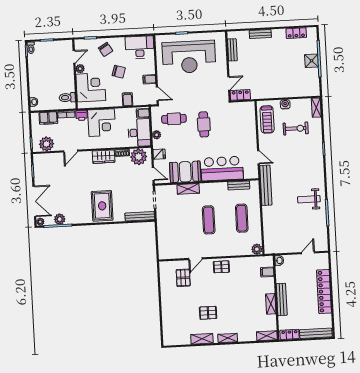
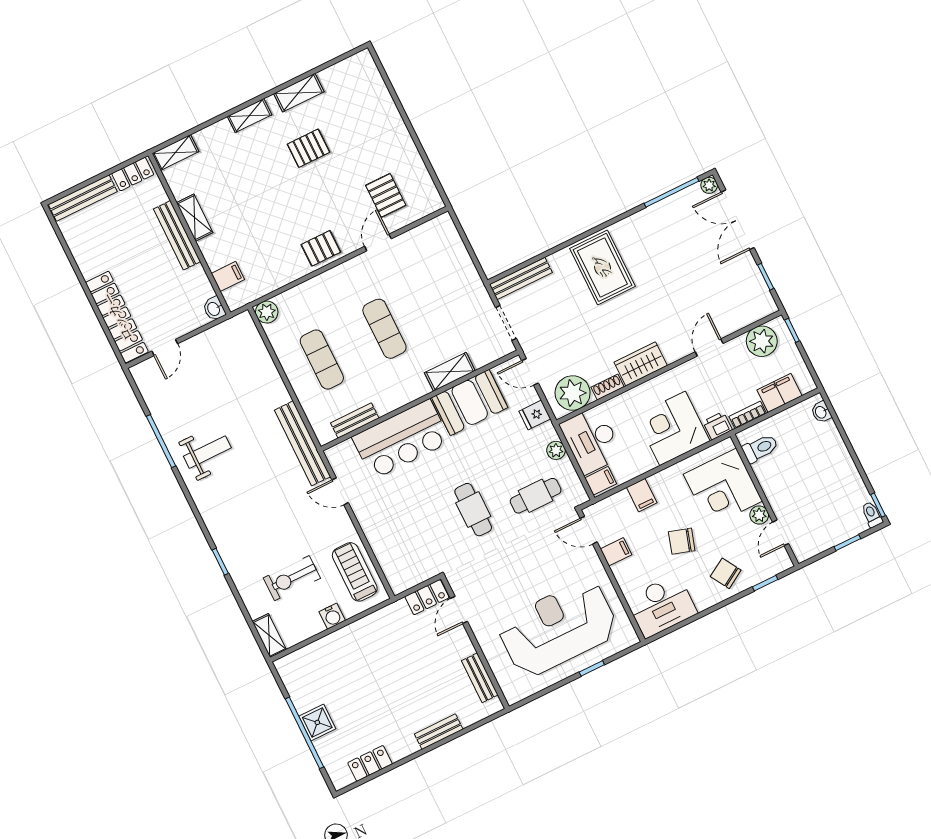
plant: (60, 219) -> (674, 206), removed
locker: (324, 291) -> (117, 317), moved

